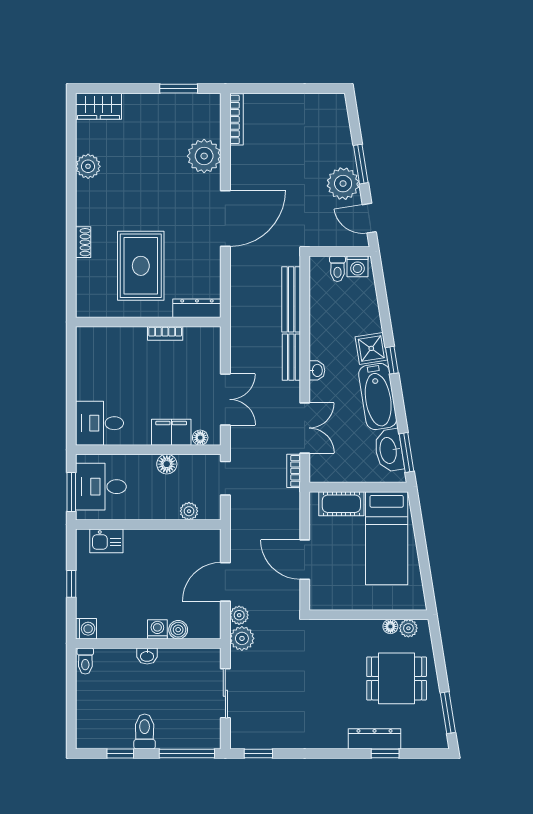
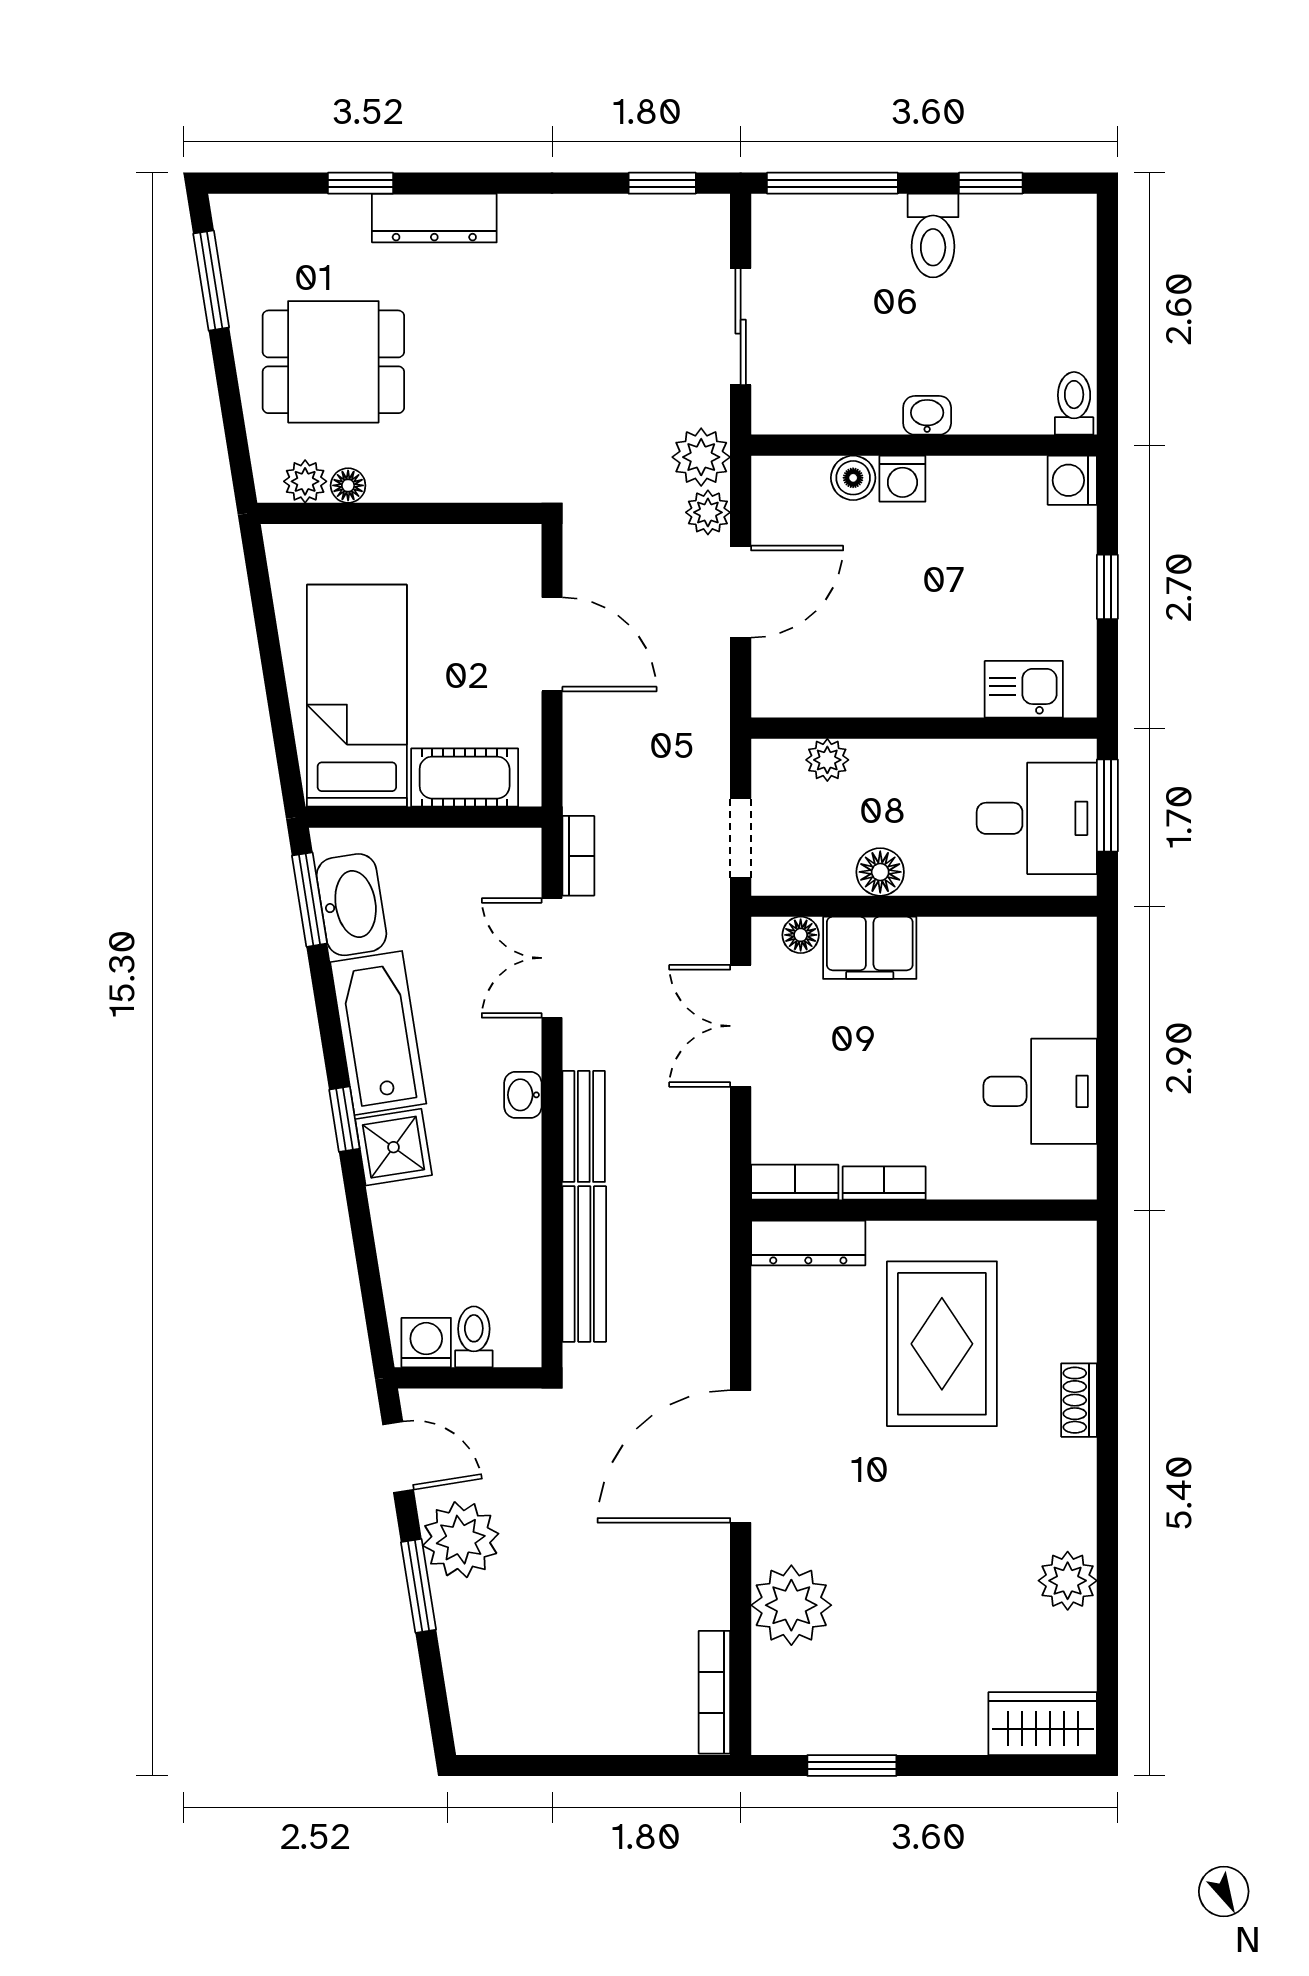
bookcase: (203, 334) -> (795, 1182), added
desk: (100, 423) -> (1040, 1091), moved
dresser: (375, 739) -> (434, 218), moved

